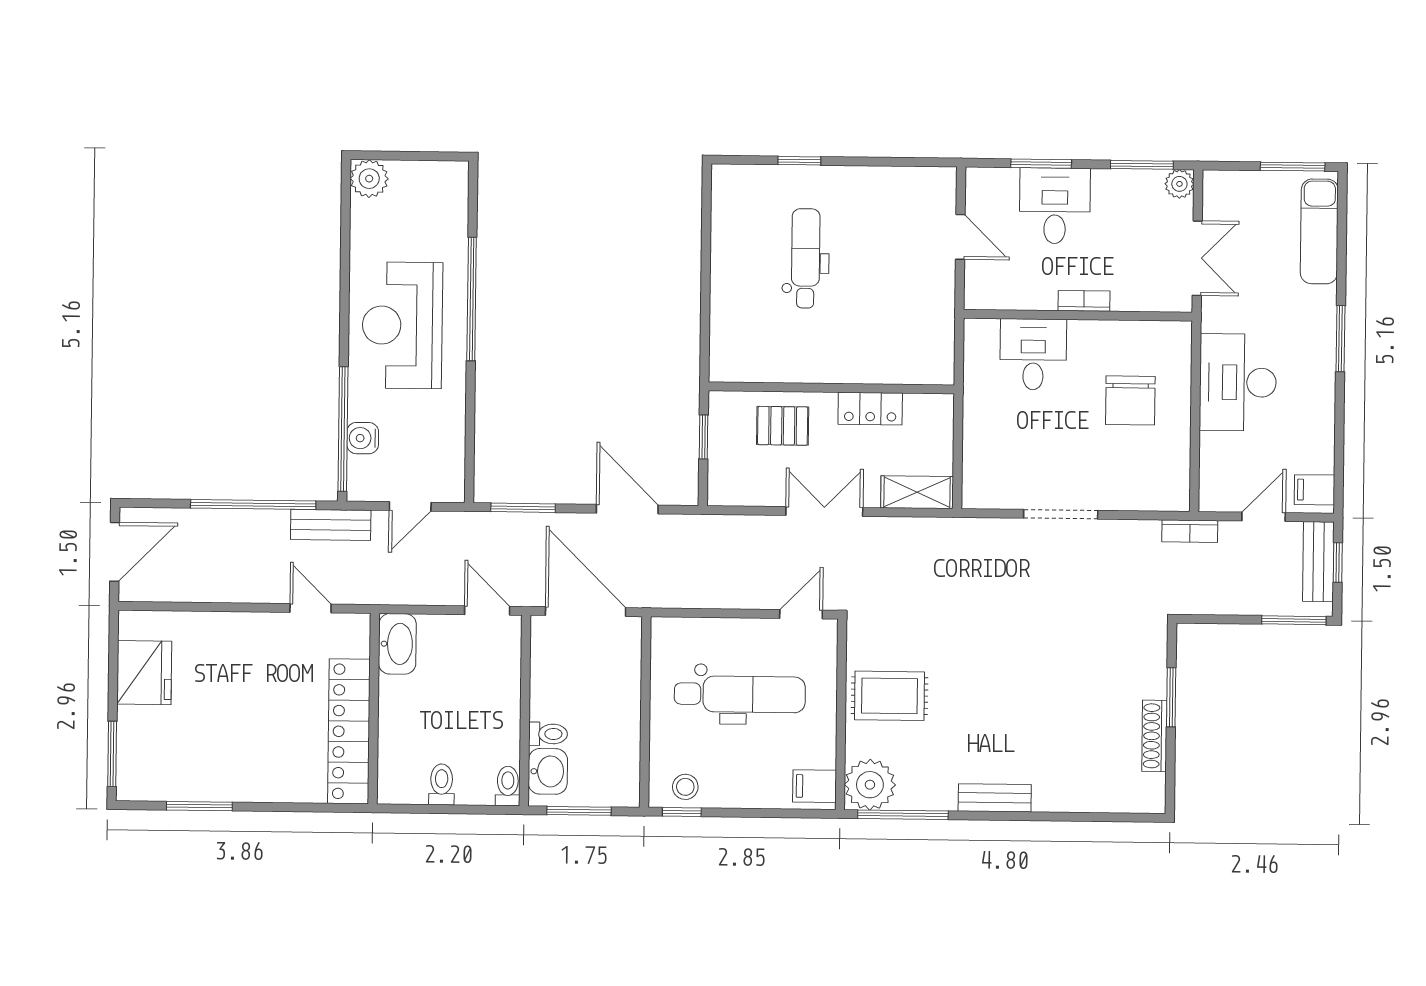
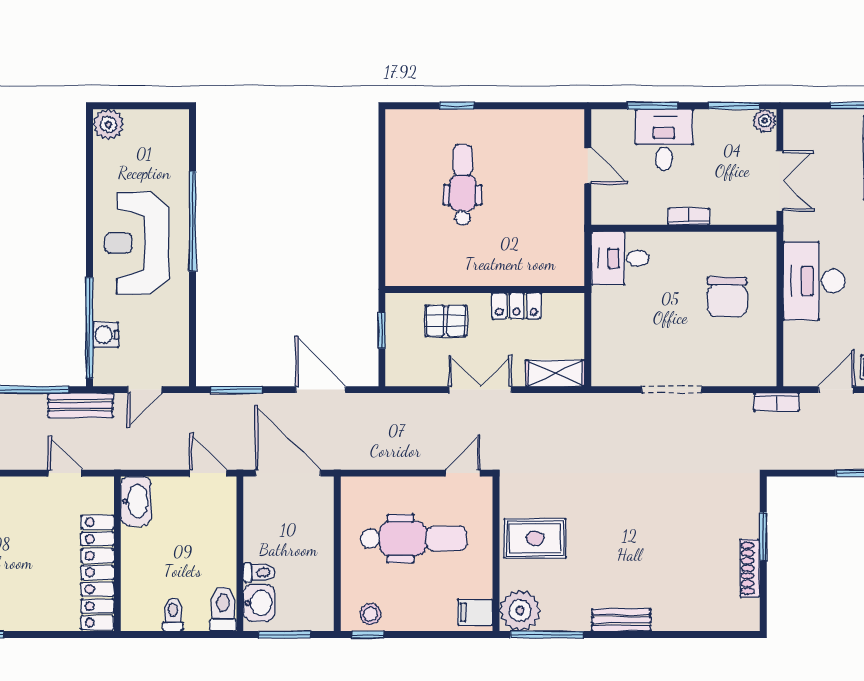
desk: (1033, 354) -> (620, 258), moved, turned -90
toilet: (508, 786) -> (223, 609), width x1.37, depth x1.39

